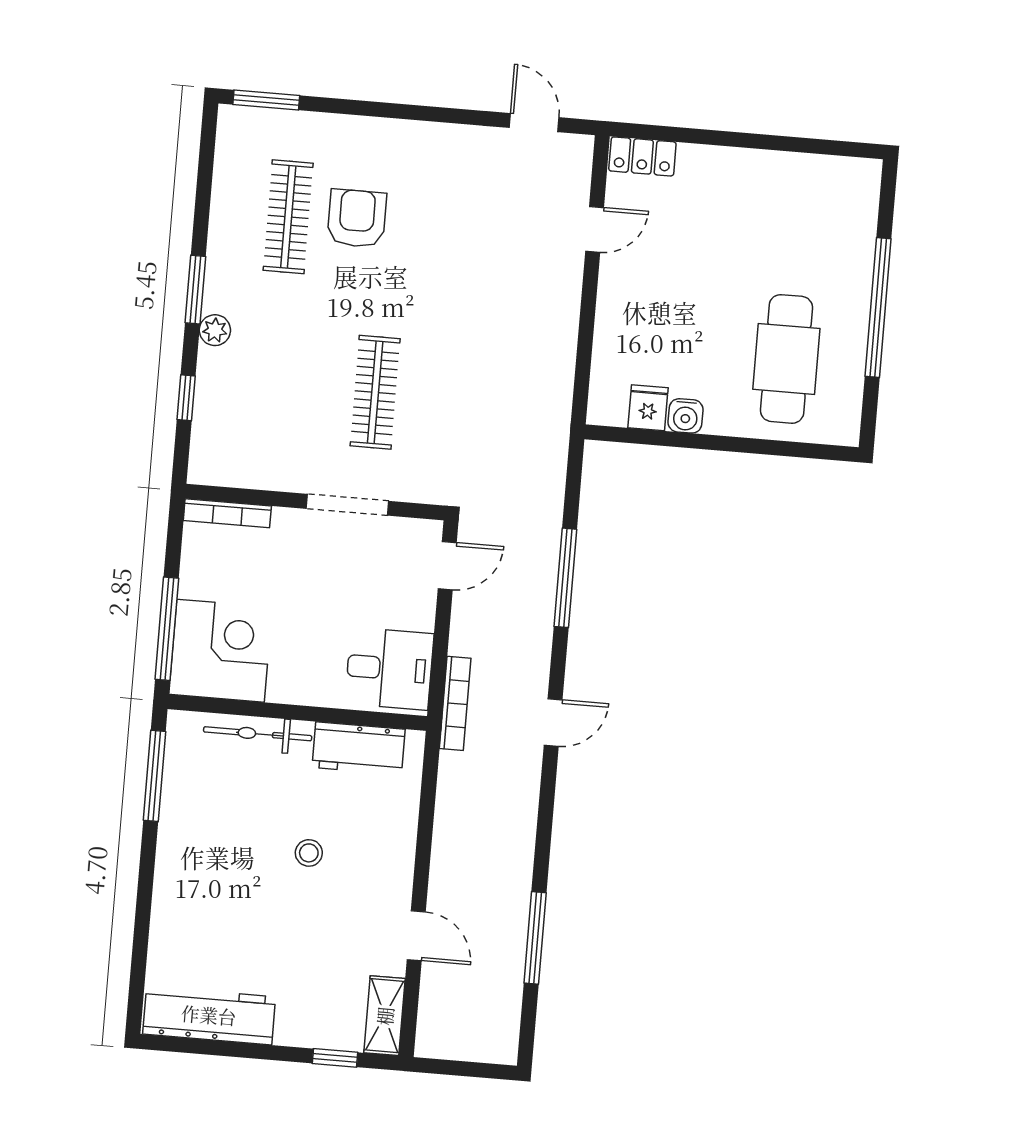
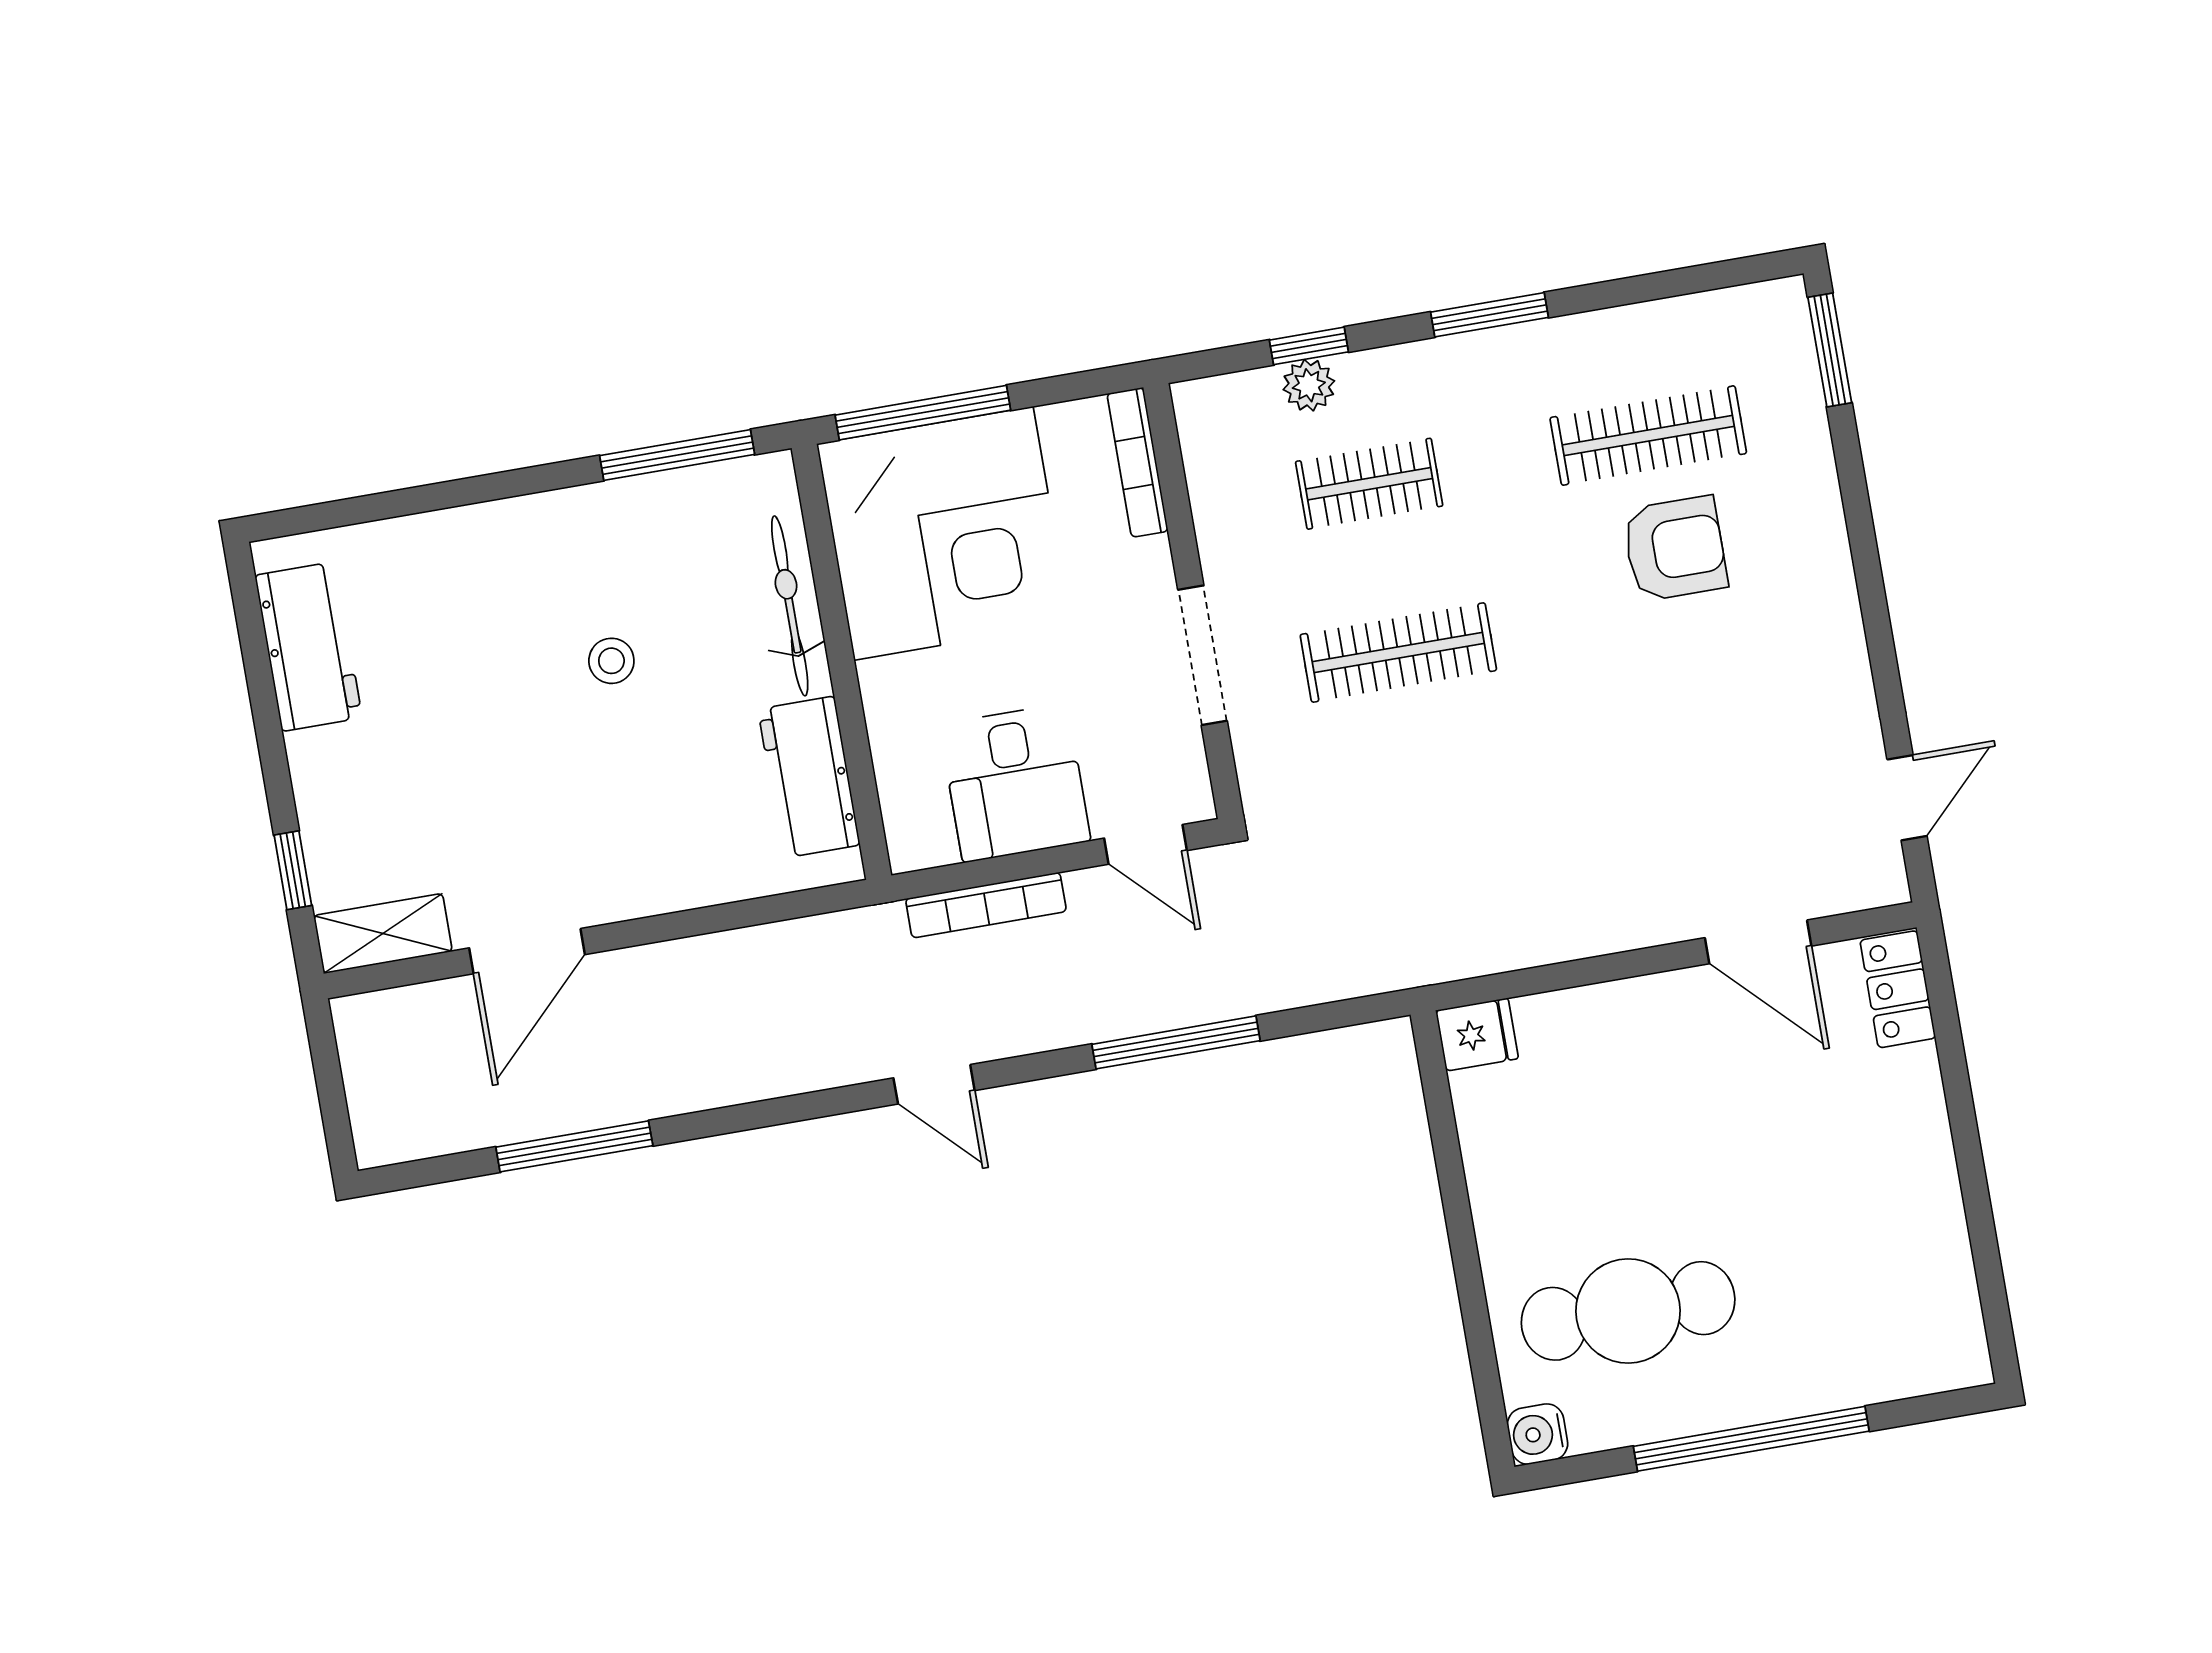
door: (595, 229) -> (1758, 942), width x1.38
plant: (215, 330) -> (1309, 385), moved
clothes rail: (274, 384) -> (1369, 484), added
fridge: (648, 408) -> (1477, 1035), moved
water cooler: (686, 416) -> (1537, 1434), moved
corner desk: (220, 651) -> (944, 533), width x1.36, depth x1.36
desk: (389, 669) -> (1015, 783), moved
bookcase: (455, 703) -> (986, 905), moved
stool: (309, 853) -> (611, 661), moved
door: (416, 936) -> (527, 951), width x1.38
workbench: (209, 1015) -> (309, 646), width x0.73

